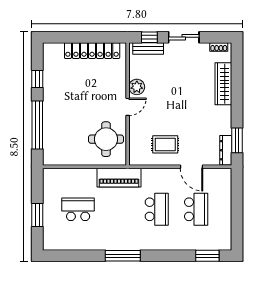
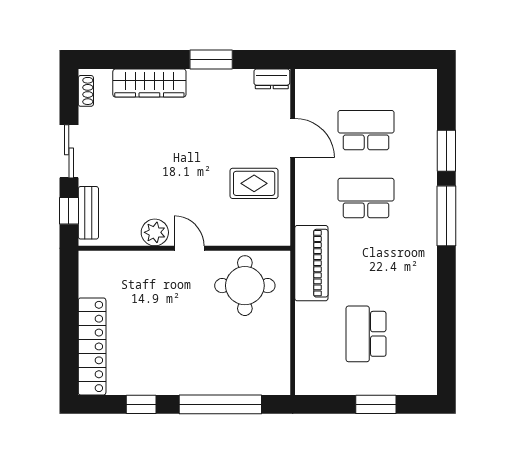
locker: (92, 51) -> (92, 346), moved
window: (237, 140) -> (211, 60), moved
rug: (165, 144) -> (254, 183), turned 90
dresser: (226, 150) -> (272, 79), width x0.70
door: (191, 167) -> (293, 138), hinge flipped
window: (123, 256) -> (446, 216), moved
window: (207, 256) -> (446, 151), moved

